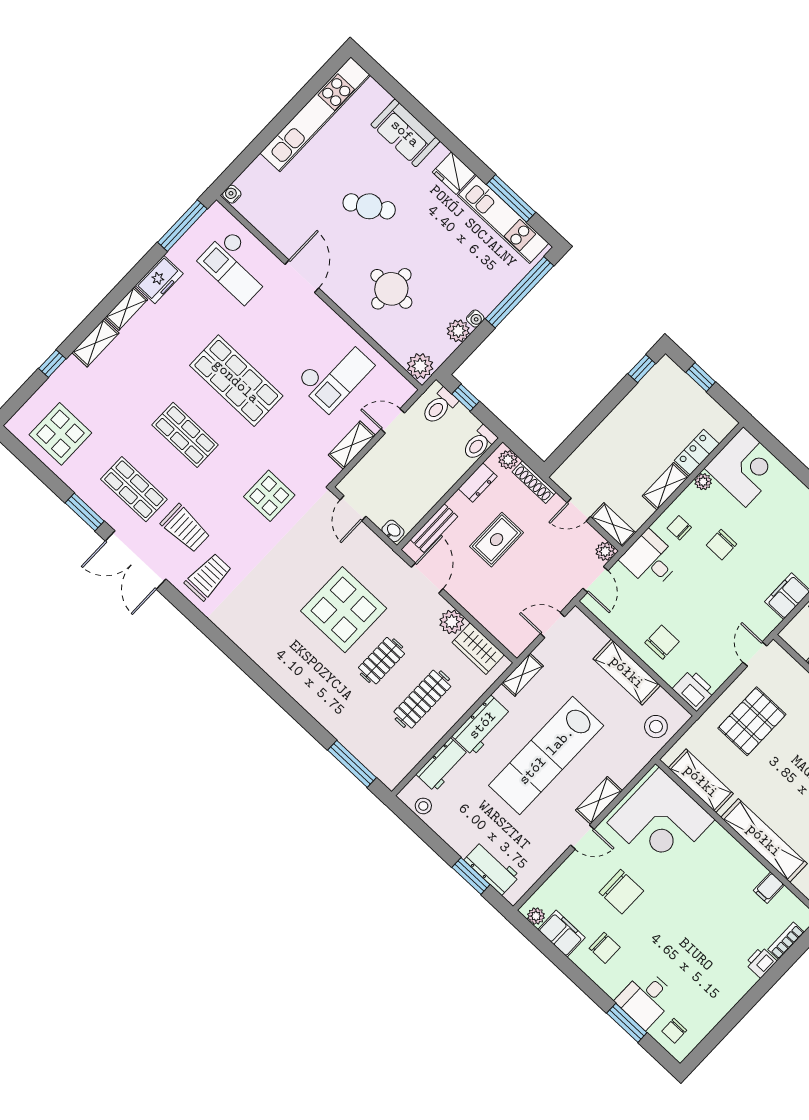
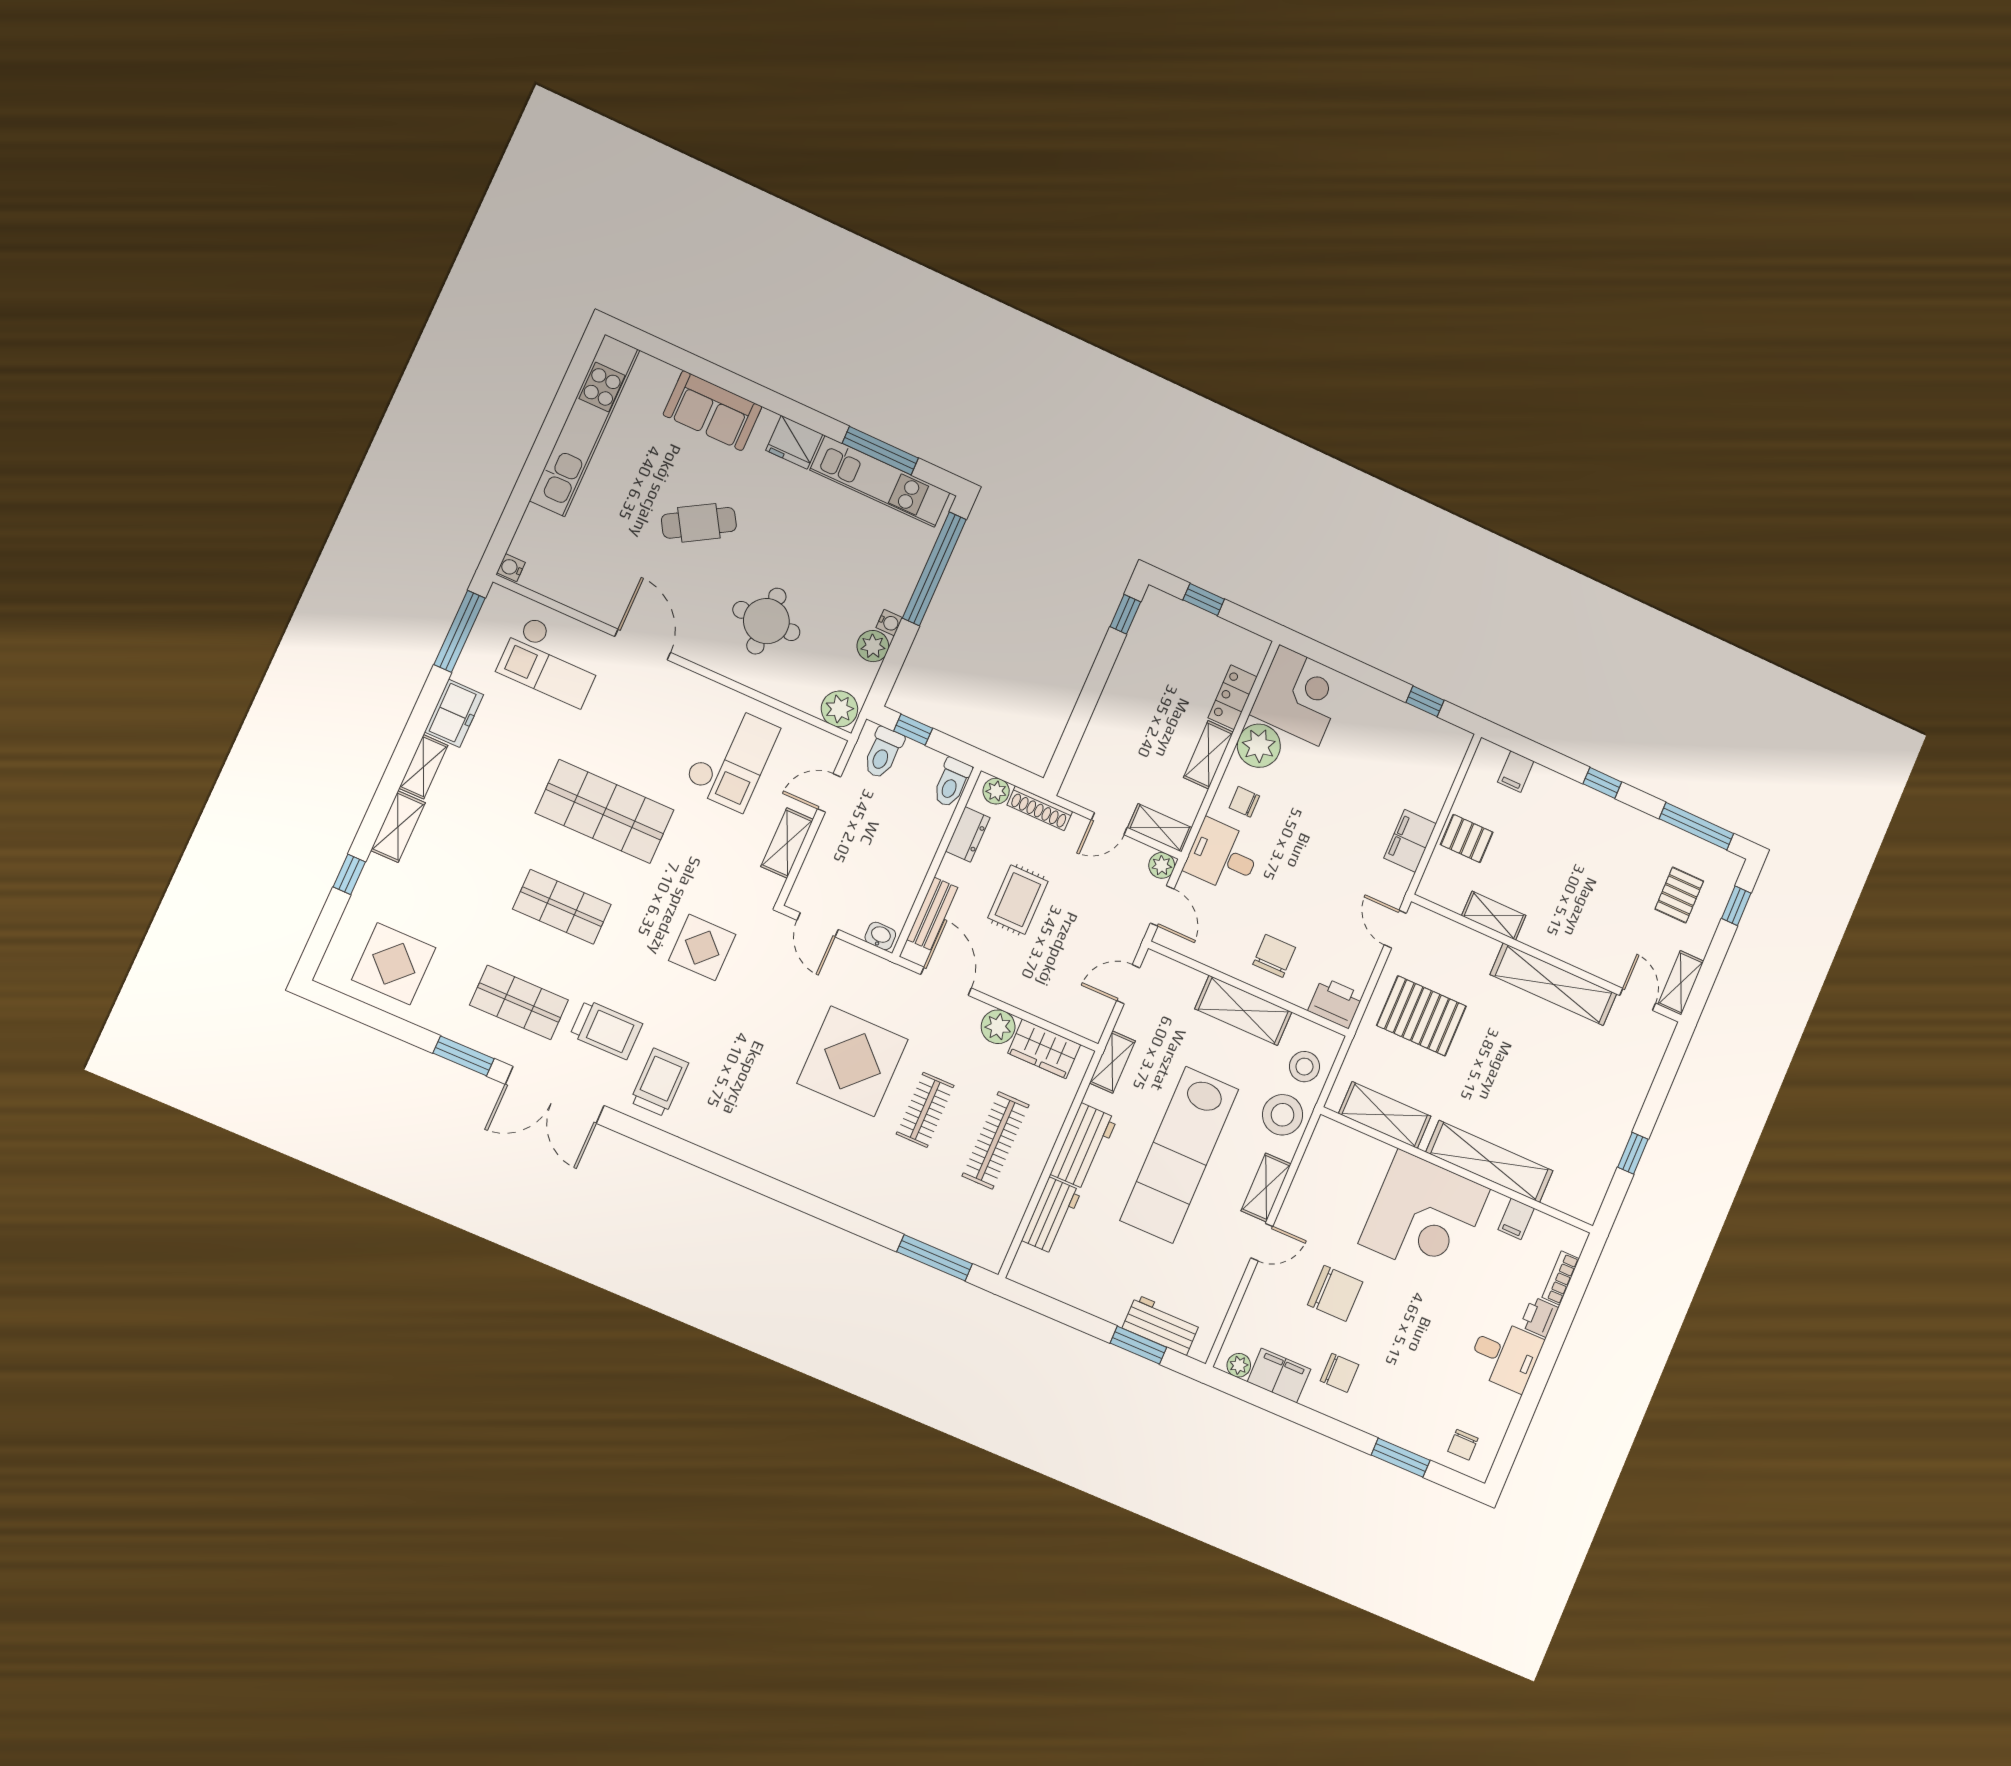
plant: (703, 482) -> (1259, 746), width x1.88, depth x1.88
chair: (721, 545) -> (1305, 805), removed
pallet: (752, 721) -> (1421, 1016), turned 90
stool: (423, 806) -> (1283, 1115), moved, width x1.89, depth x1.89
corner desk: (661, 821) -> (1424, 1216), moved
desk: (646, 999) -> (1505, 1355), moved, turned -90

